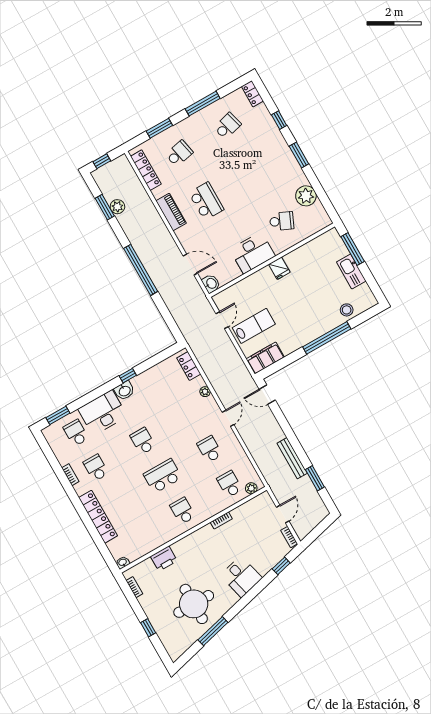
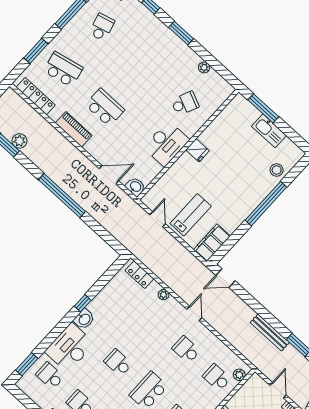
school desk: (179, 153) -> (63, 69), width x1.85
plant: (306, 196) -> (204, 67), width x0.53, depth x0.53

